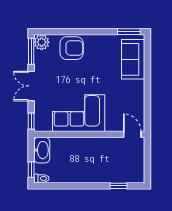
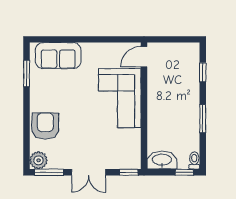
window: (129, 32) -> (27, 73), moved
corner sofa: (79, 113) -> (120, 98), moved
window: (78, 186) -> (203, 119), added

